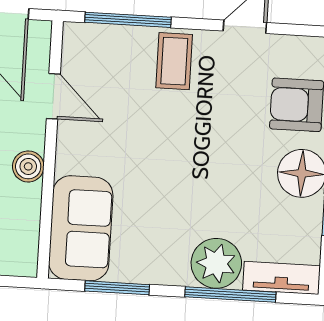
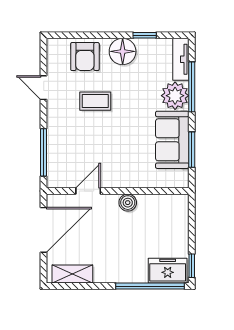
coffee table: (174, 61) -> (95, 101), moved
sofa: (81, 228) -> (172, 140), moved, turned -90

